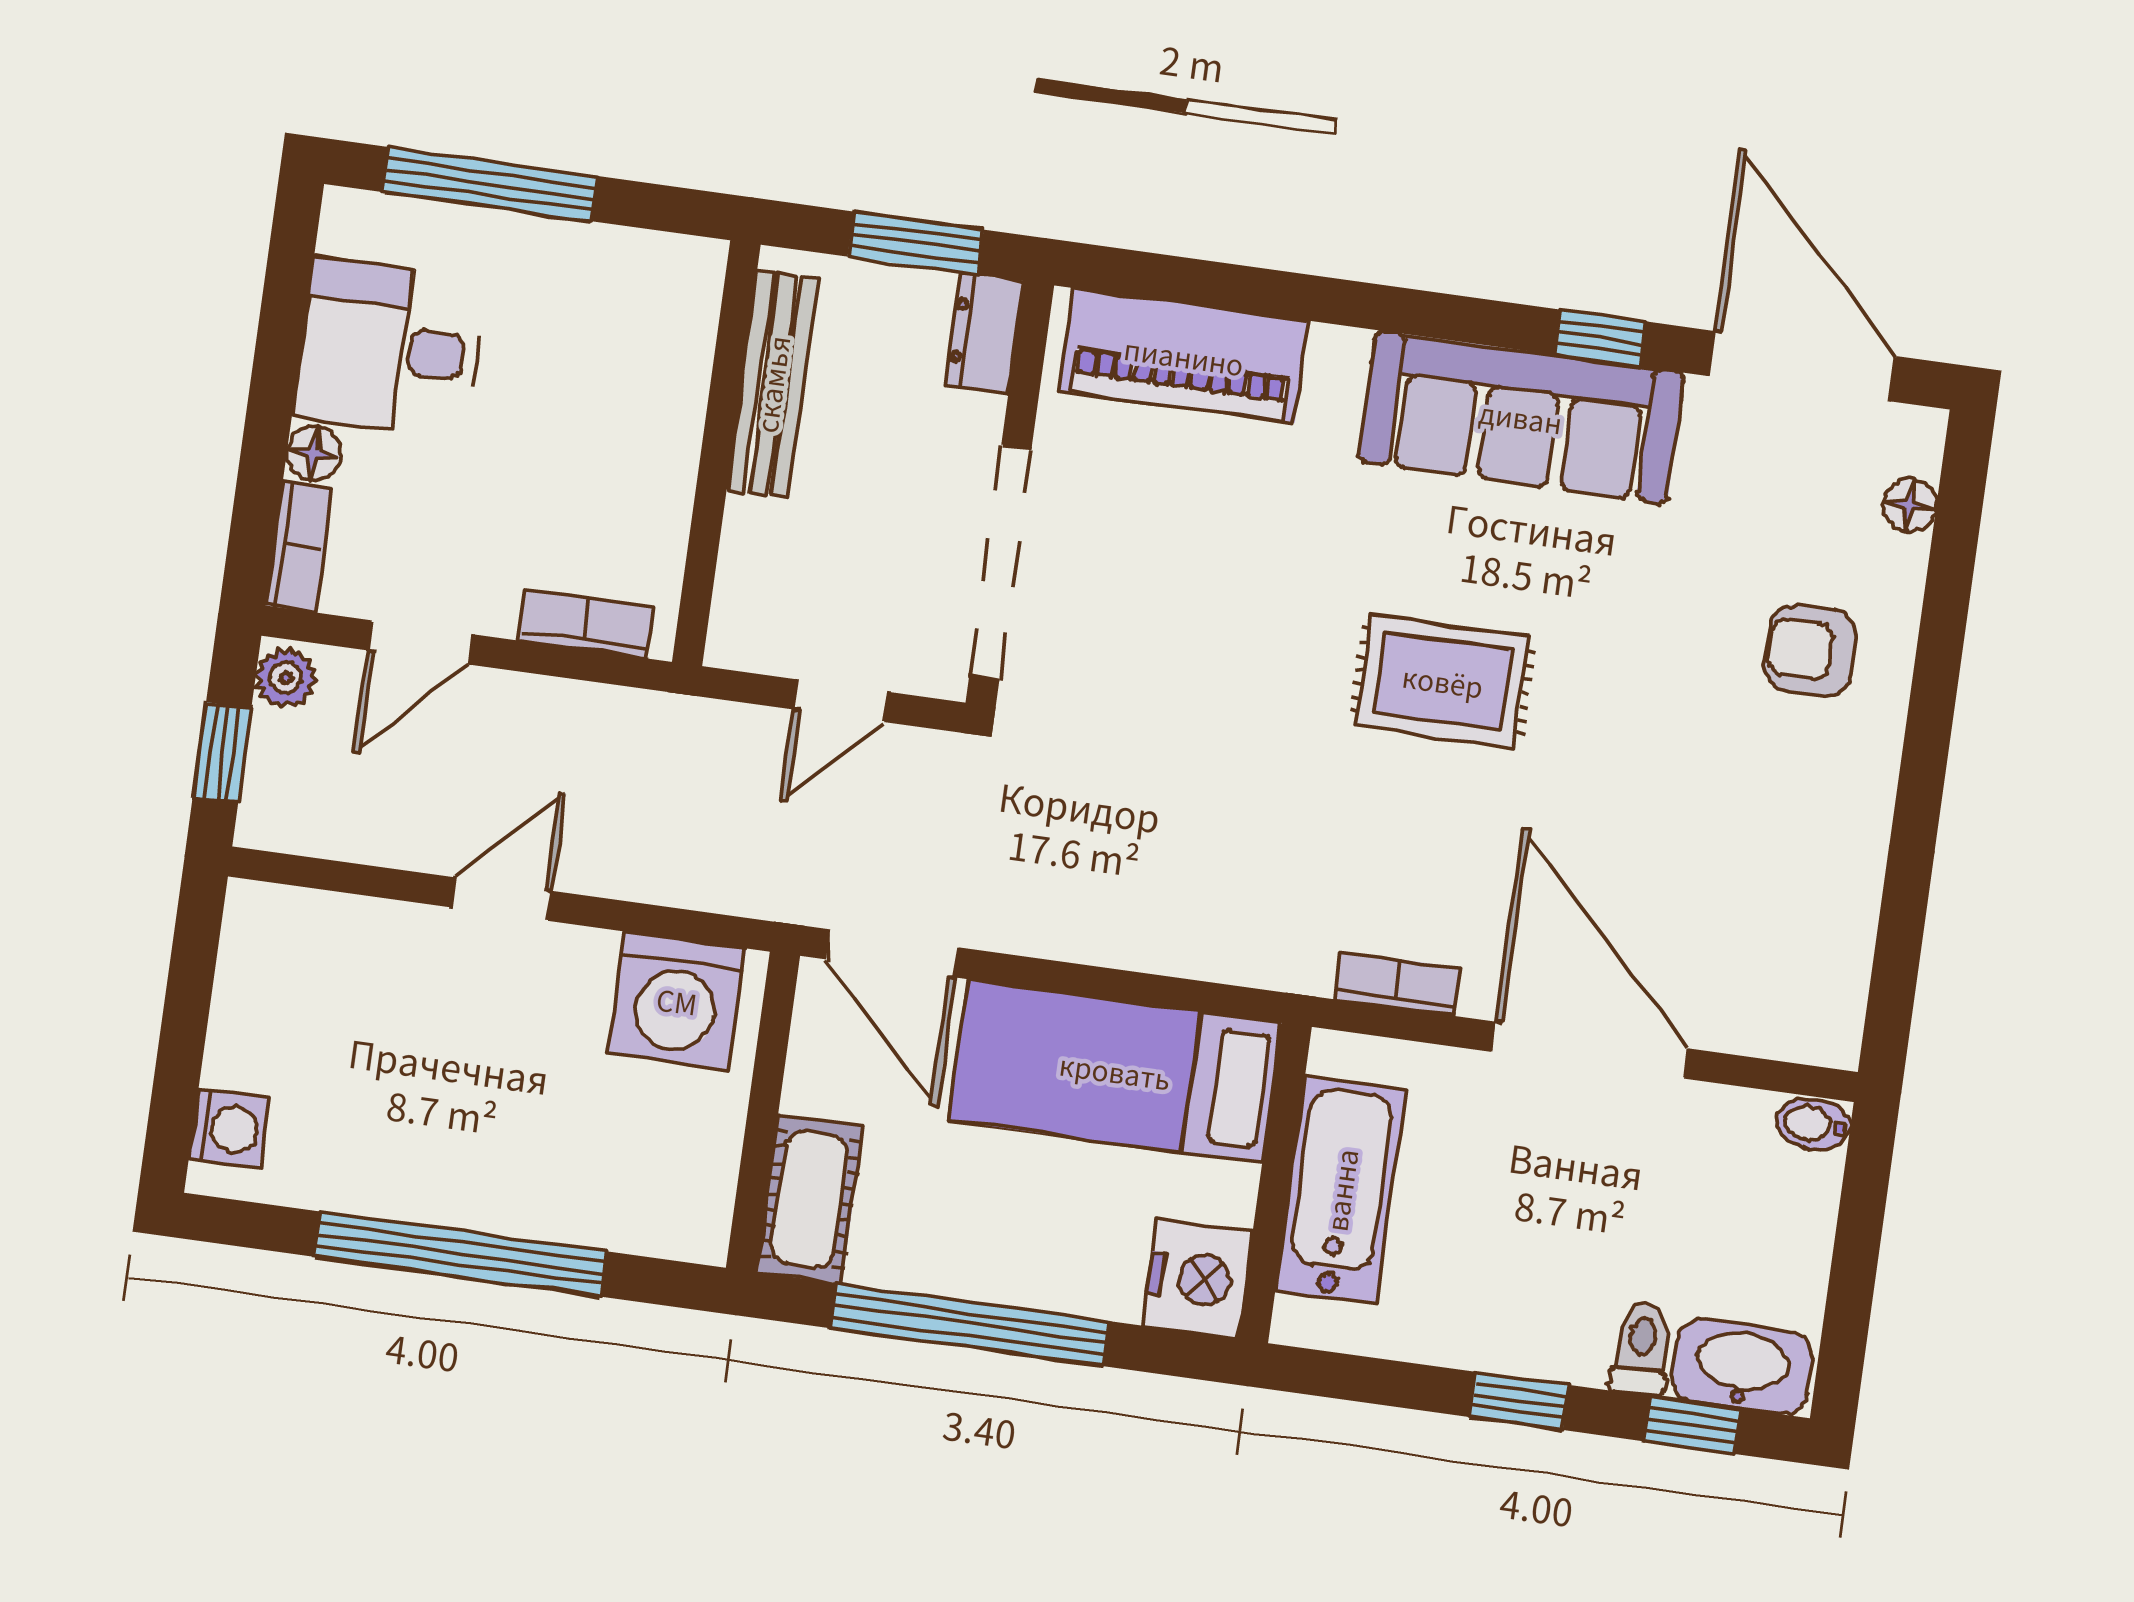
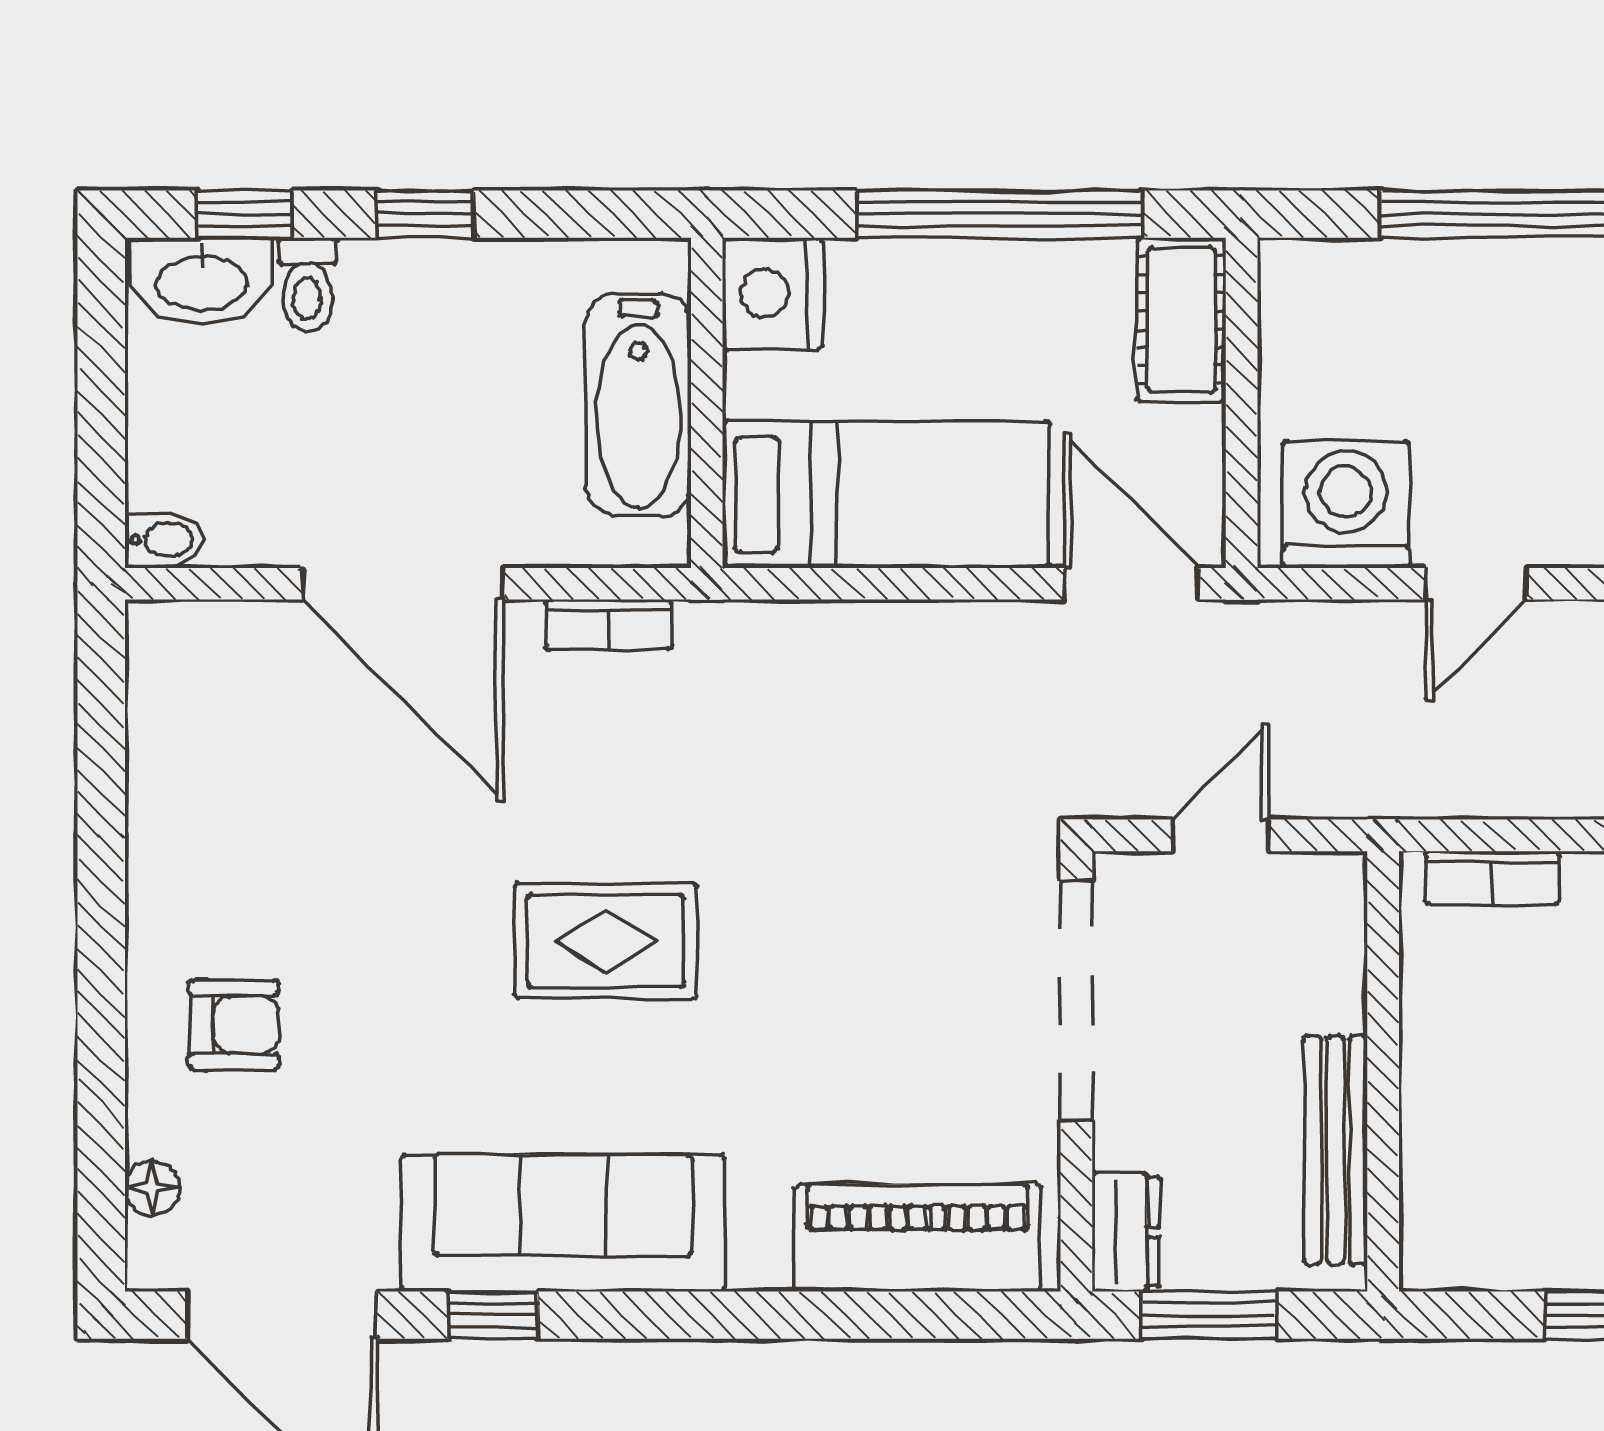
door: (502, 899) -> (1476, 584), moved

